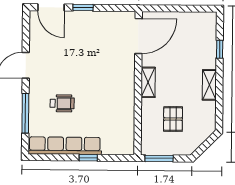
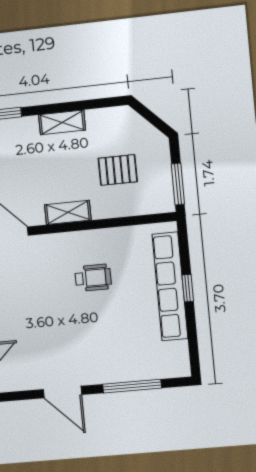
wheelchair: (62, 103) -> (93, 278), moved, turned 90
row of seats: (65, 146) -> (170, 286), moved

